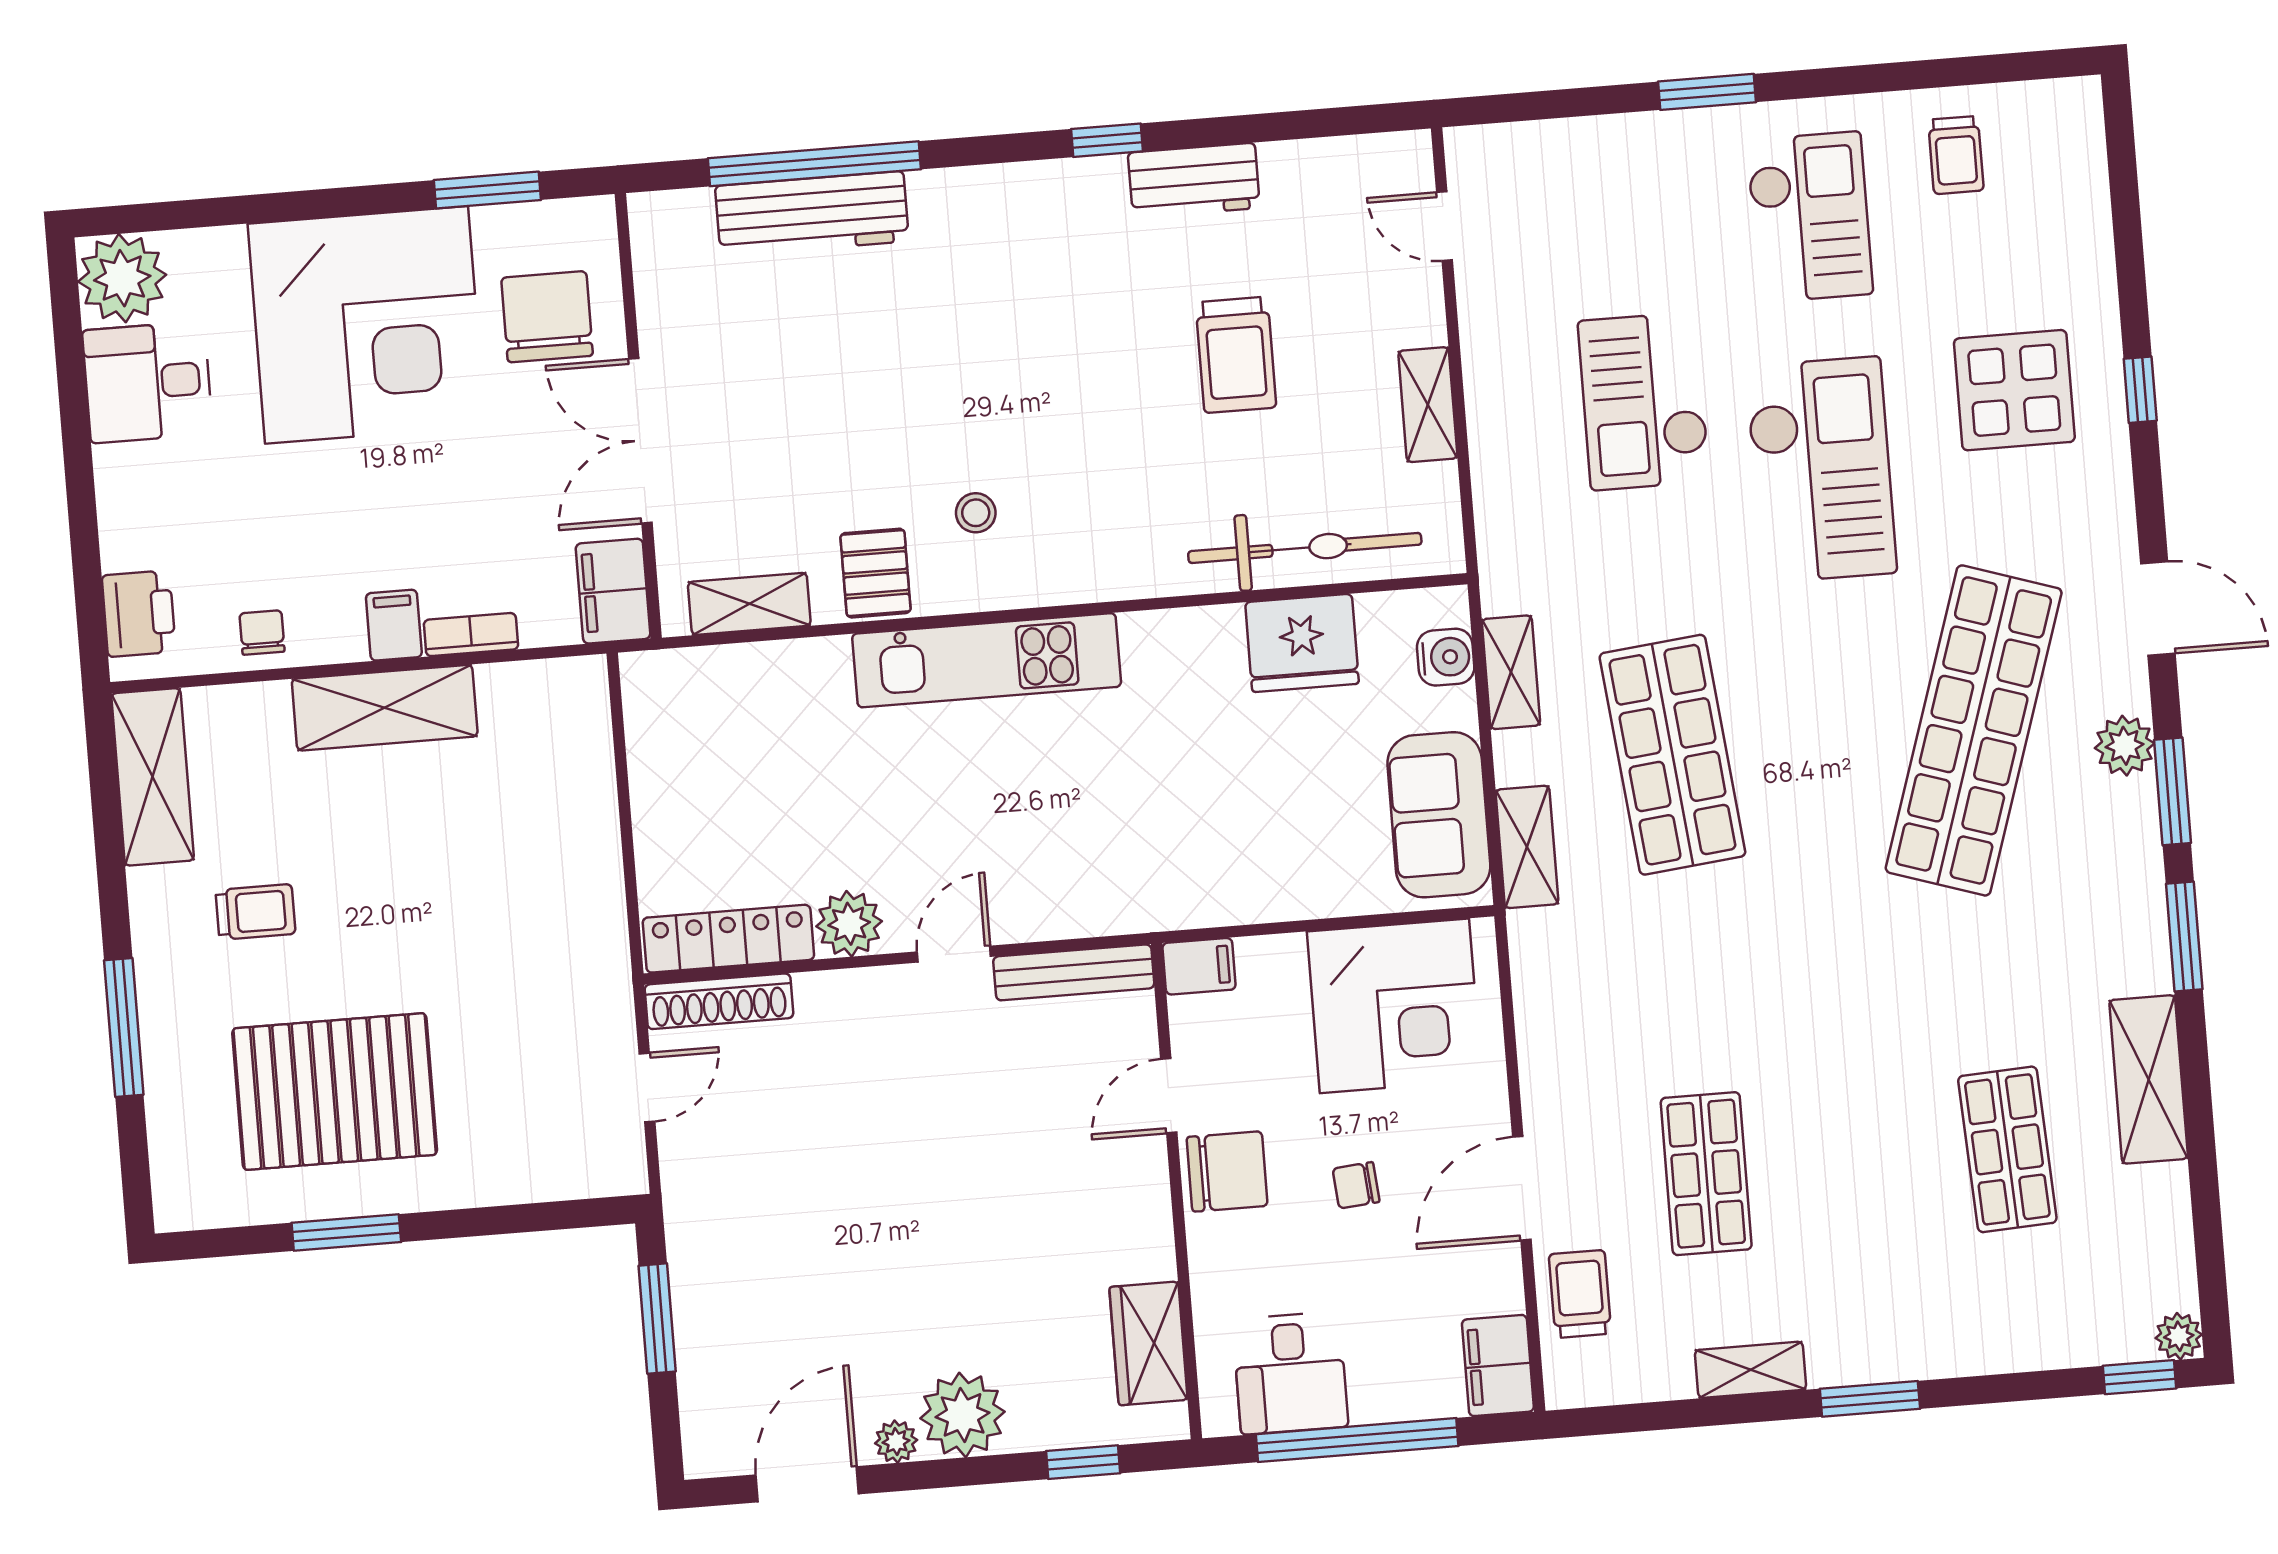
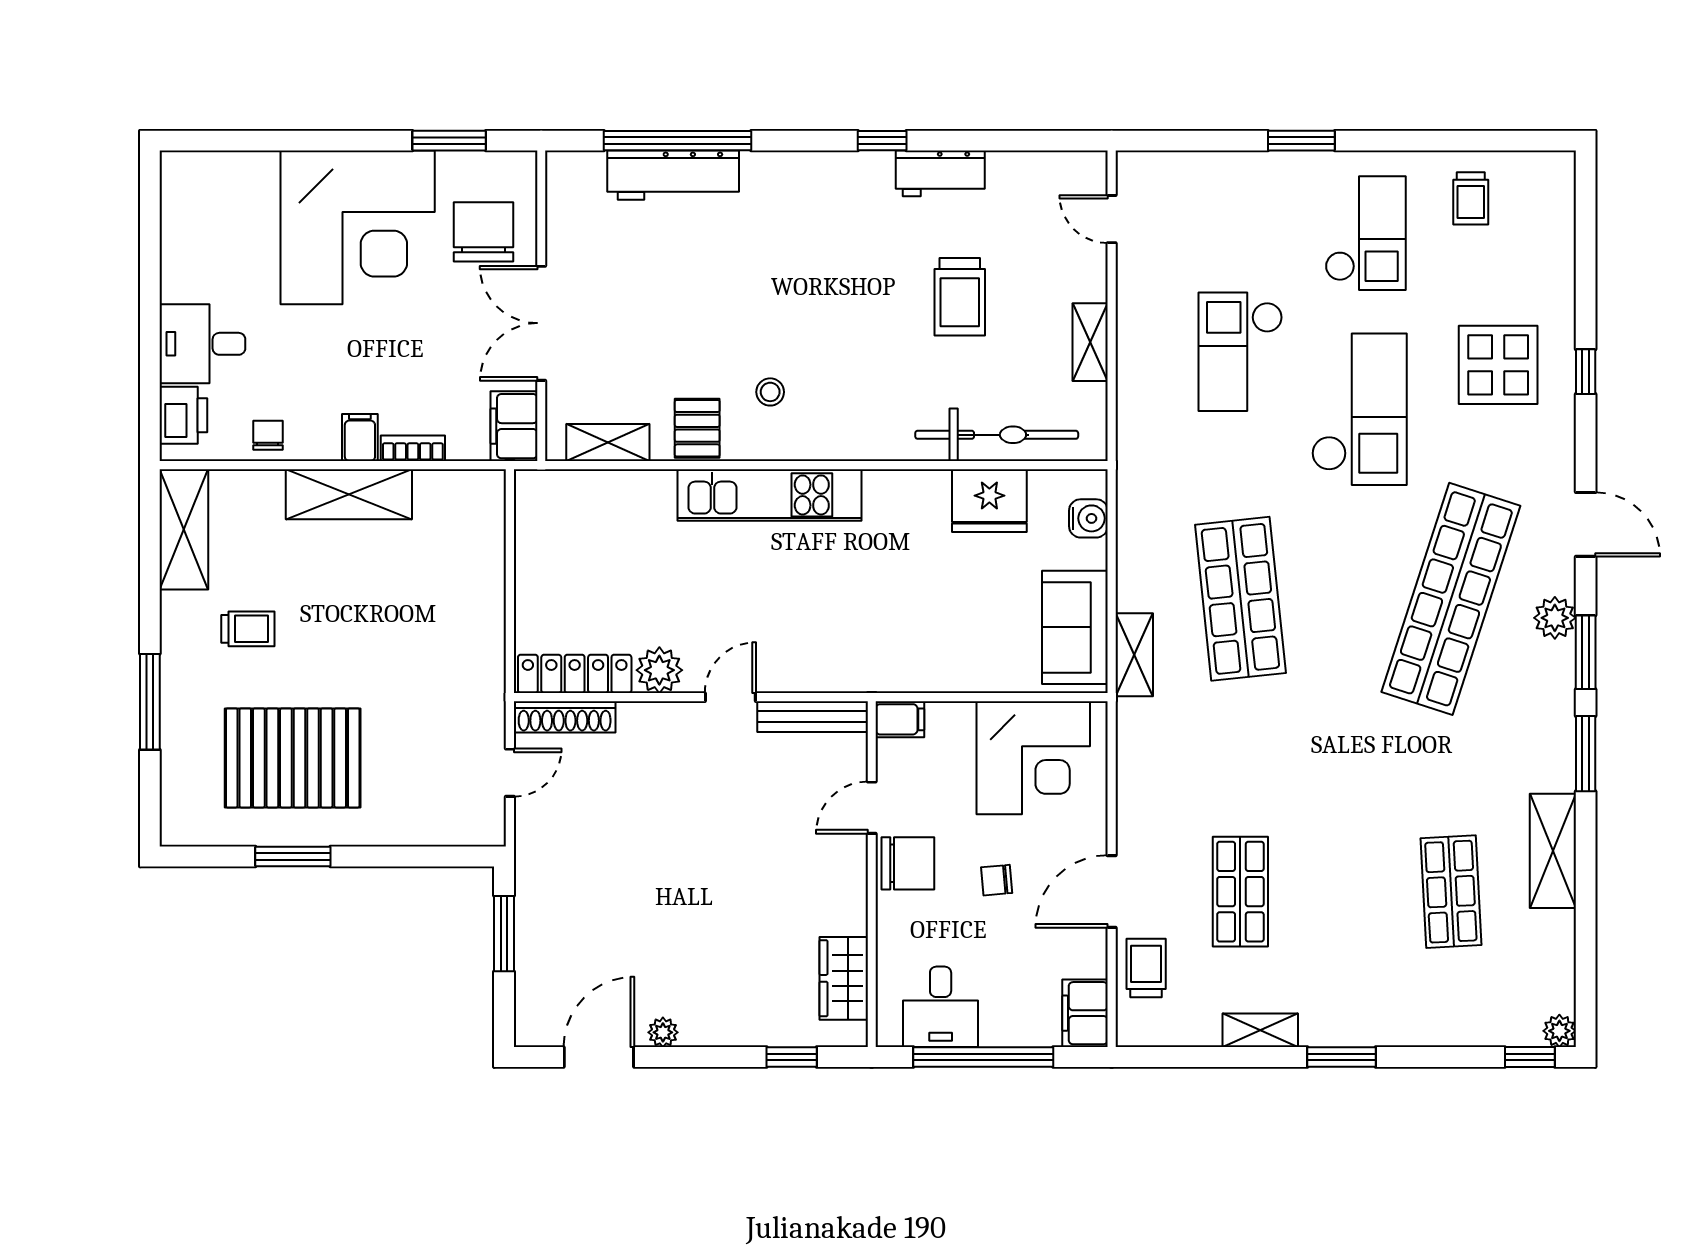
plant: (122, 278) -> (191, 181), removed
desk: (148, 382) -> (202, 344), moved
shelving: (1511, 672) -> (1133, 533), removed
plant: (963, 1415) -> (711, 1018), removed

